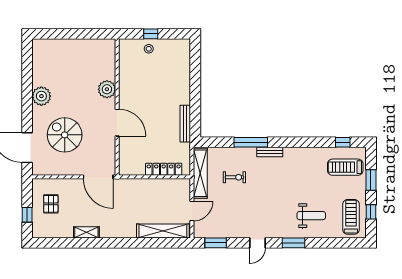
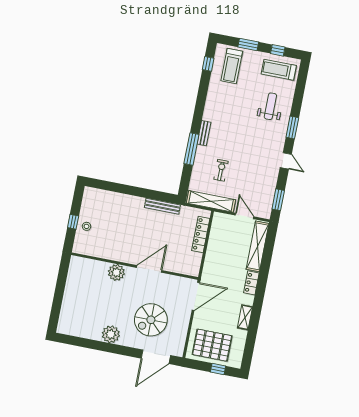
pallet: (51, 204) -> (212, 345), width x2.05, depth x2.00
locker: (124, 232) -> (251, 283), added

